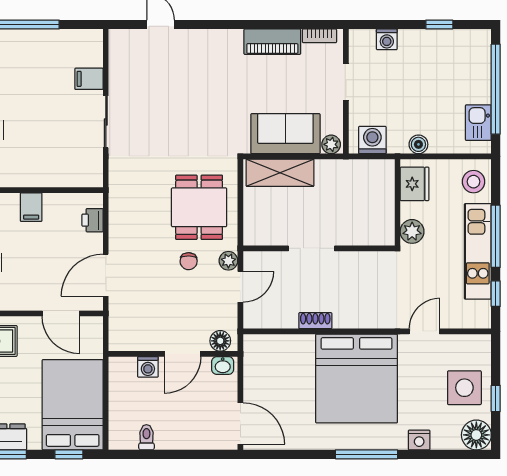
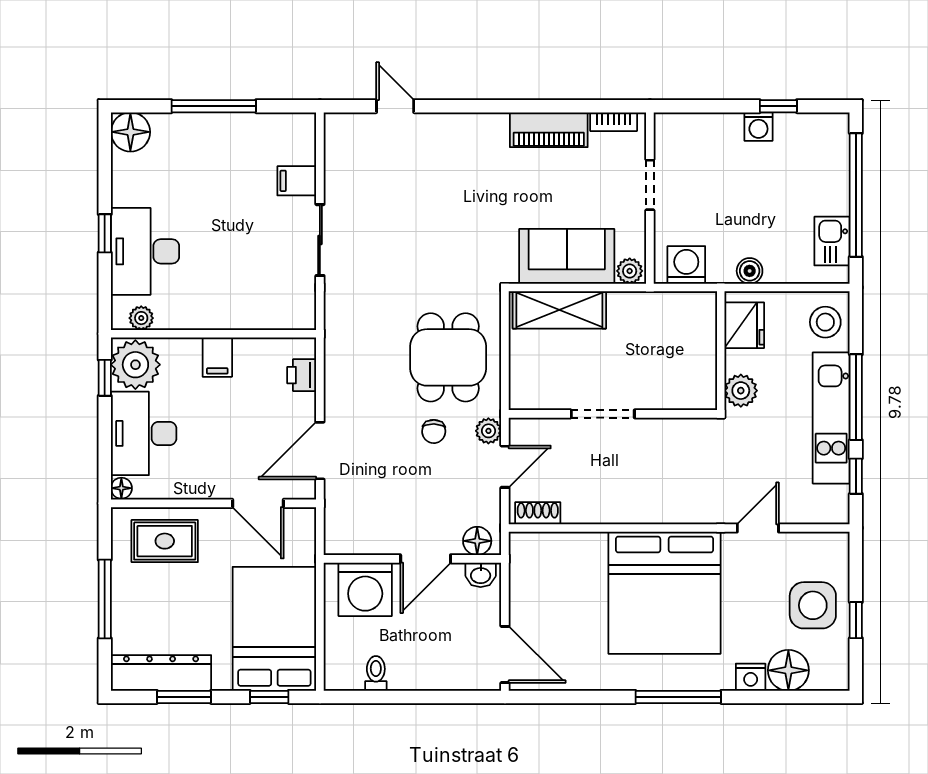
washing machine: (387, 39) -> (758, 127), moved
shoe rack: (315, 321) -> (538, 513), moved
washing machine: (148, 367) -> (365, 589), width x1.89, depth x1.89
floor lamp: (476, 435) -> (788, 670), moved

